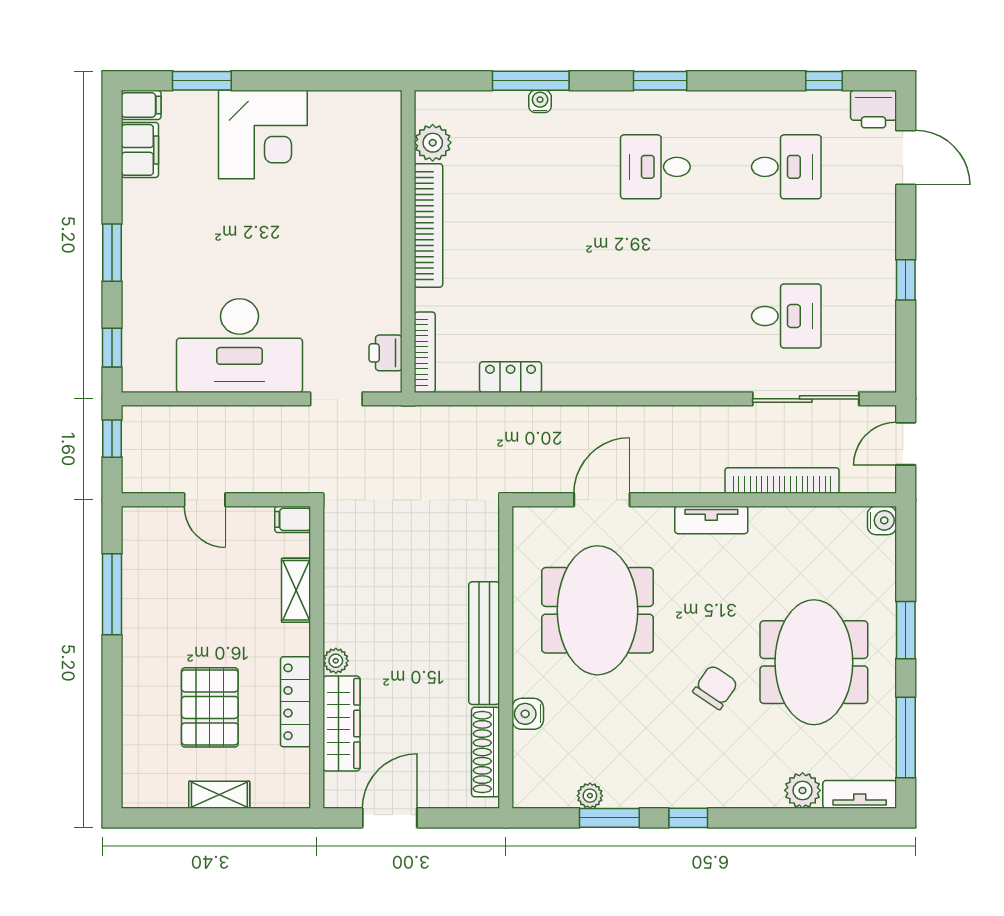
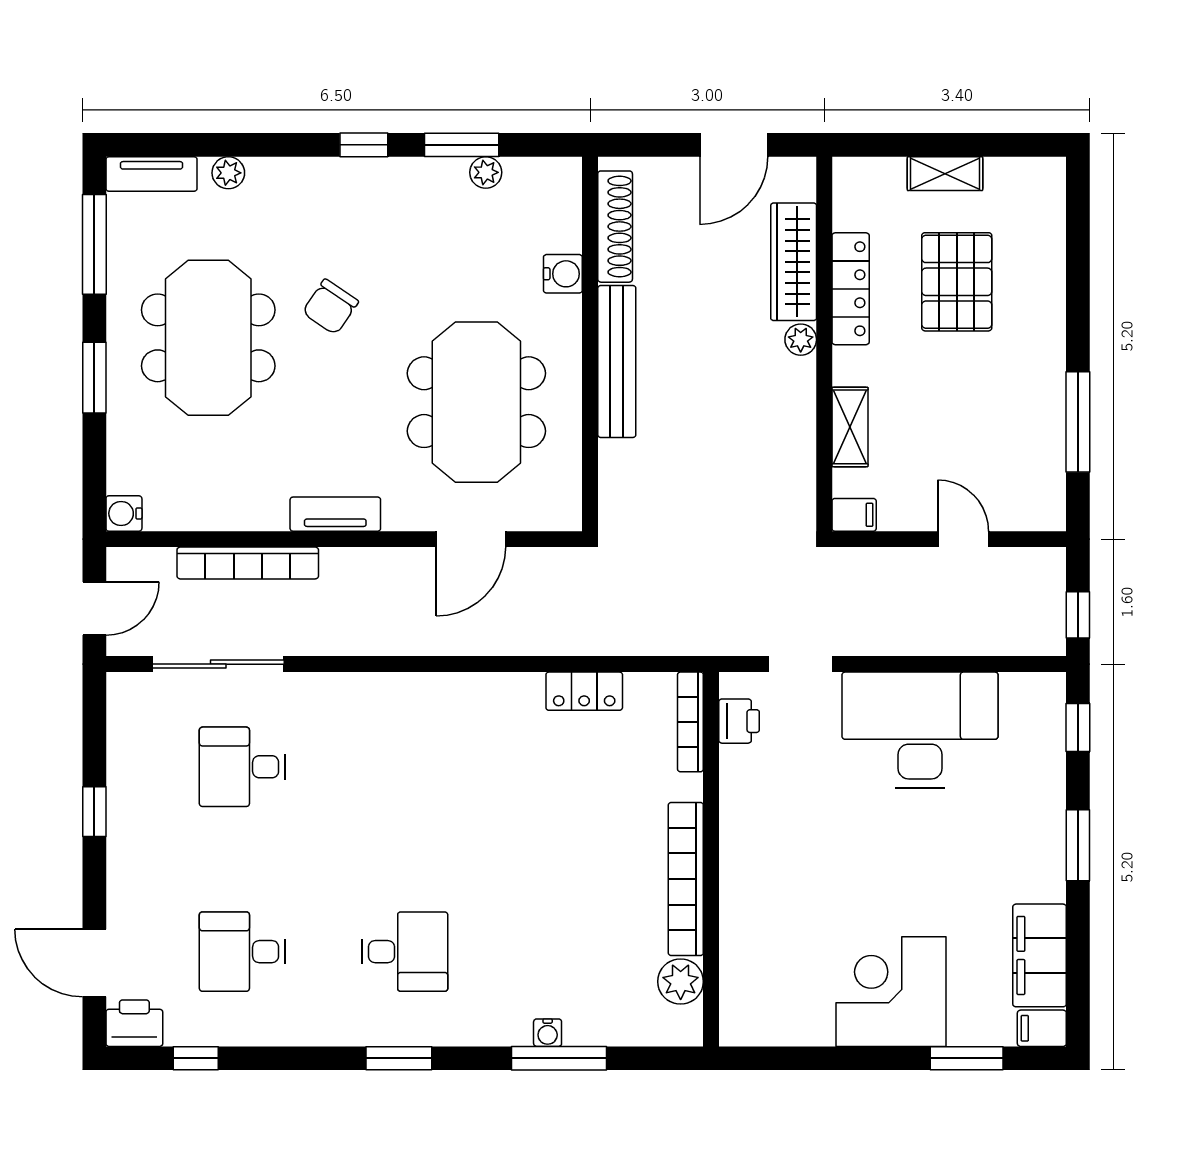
filing cabinet: (140, 150) -> (1040, 955), width x1.50, depth x1.17
plant: (803, 790) -> (228, 173), width x0.73, depth x0.73

